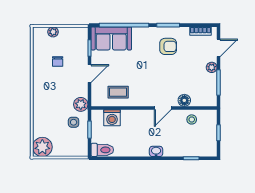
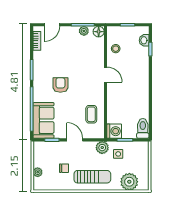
armchair: (168, 46) -> (60, 85), moved
door: (219, 48) -> (52, 25), swing flipped
plant: (212, 67) -> (84, 31), moved
sun lounger: (48, 93) -> (92, 177), added
floor lamp: (184, 100) -> (99, 32), moved
washing machine: (112, 118) -> (114, 131), moved
plant: (42, 147) -> (129, 182), moved
washbasin: (156, 151) -> (144, 40), moved

